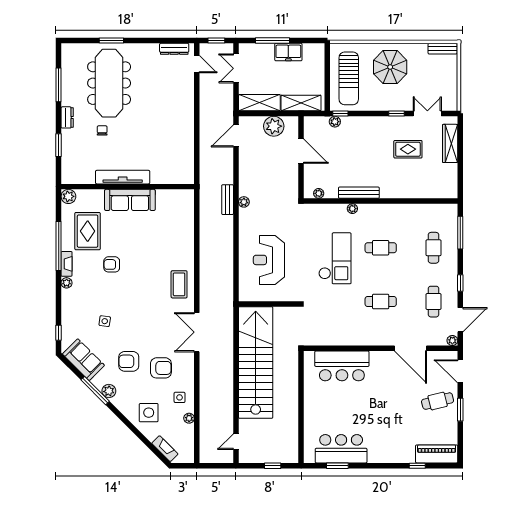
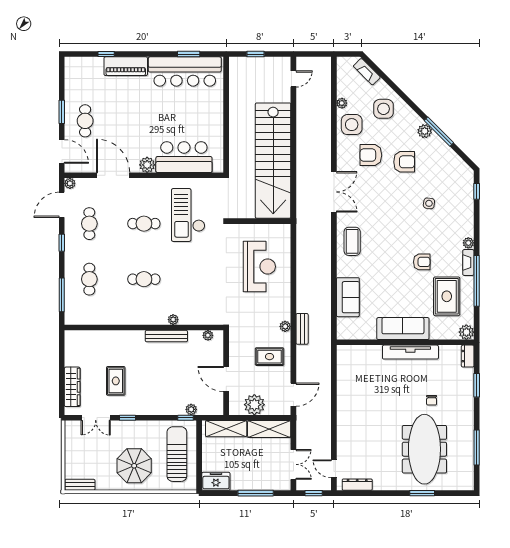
freezer: (288, 52) -> (216, 481), moved
dresser: (67, 117) -> (468, 356), moved
rug: (408, 149) -> (116, 381), turned 90
rug: (259, 173) -> (270, 357), added
checkout: (335, 258) -> (188, 215), moved
plant: (378, 358) -> (147, 165), added
sofa: (83, 360) -> (348, 297), moved, turned -135
side table: (180, 397) -> (352, 125), width x1.87, depth x1.87
cafe table: (438, 401) -> (85, 121), turned -76
bar counter: (341, 449) -> (185, 72), width x1.36
piano: (437, 454) -> (126, 66), moved

